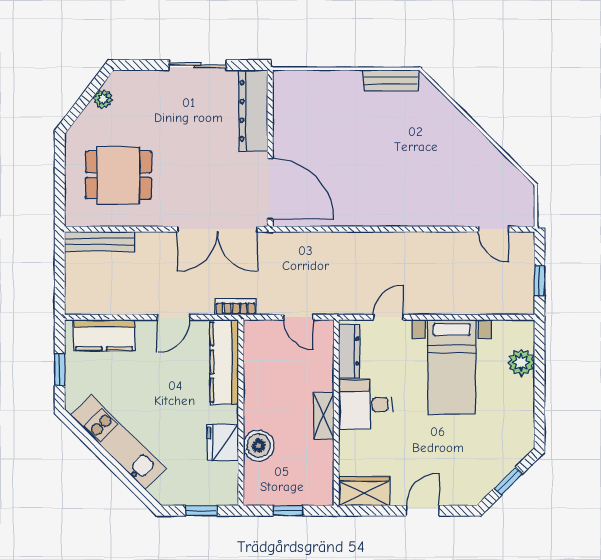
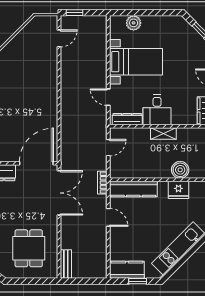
bench: (100, 241) -> (66, 264), width x0.73
window: (539, 281) -> (74, 13), moved
kitchen counter: (104, 335) -> (127, 270), moved, turned -90

